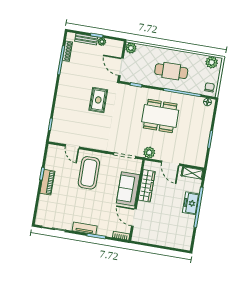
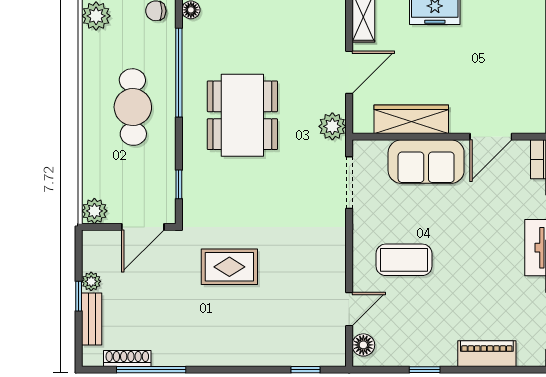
floor lamp: (56, 150) -> (363, 345), added
coffee table: (89, 173) -> (404, 260), width x0.73, depth x0.76
piano: (47, 182) -> (487, 354), moved

